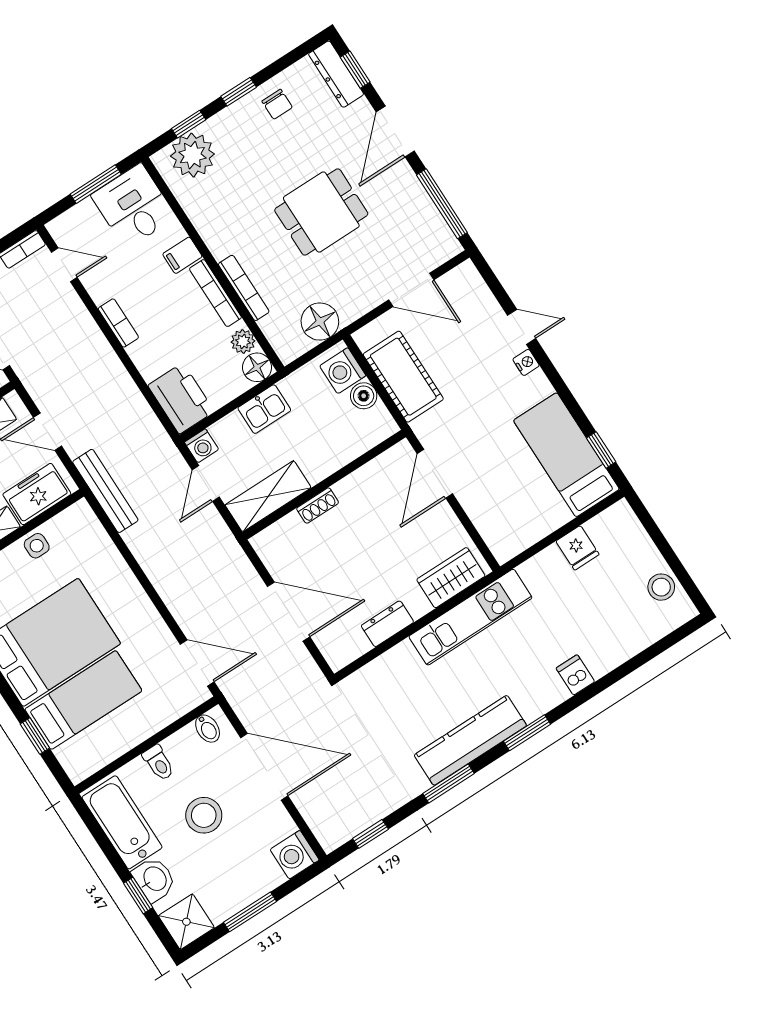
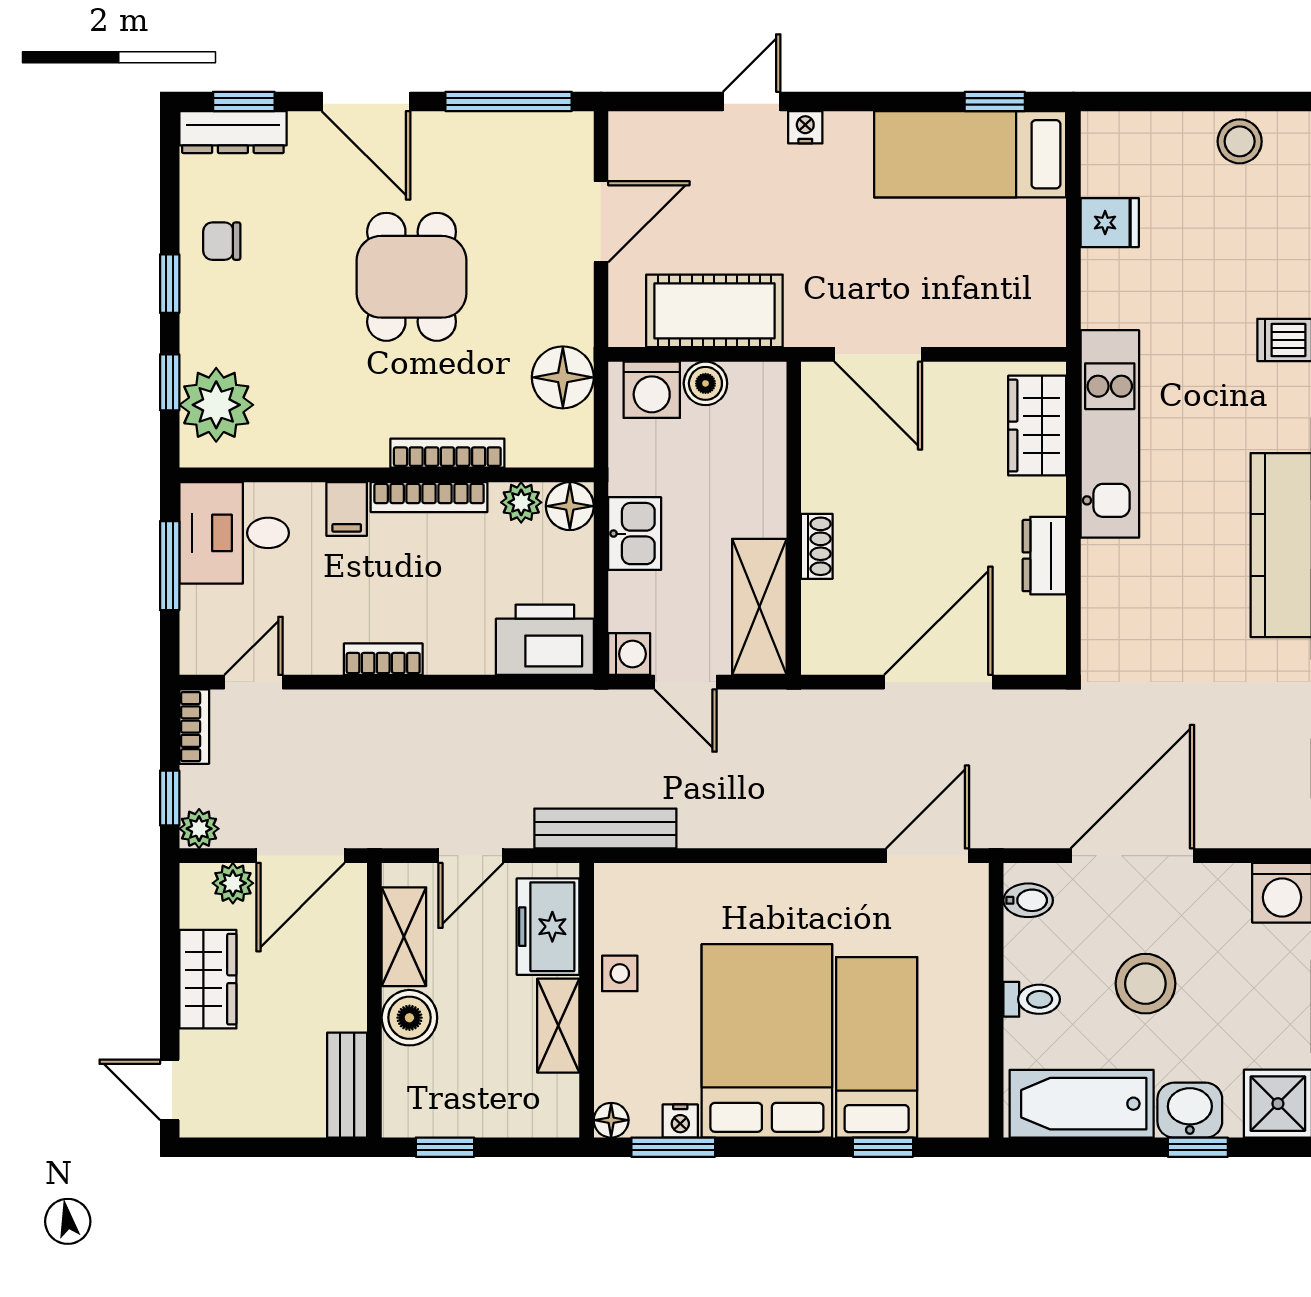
chair: (277, 104) -> (222, 241), turned 180

